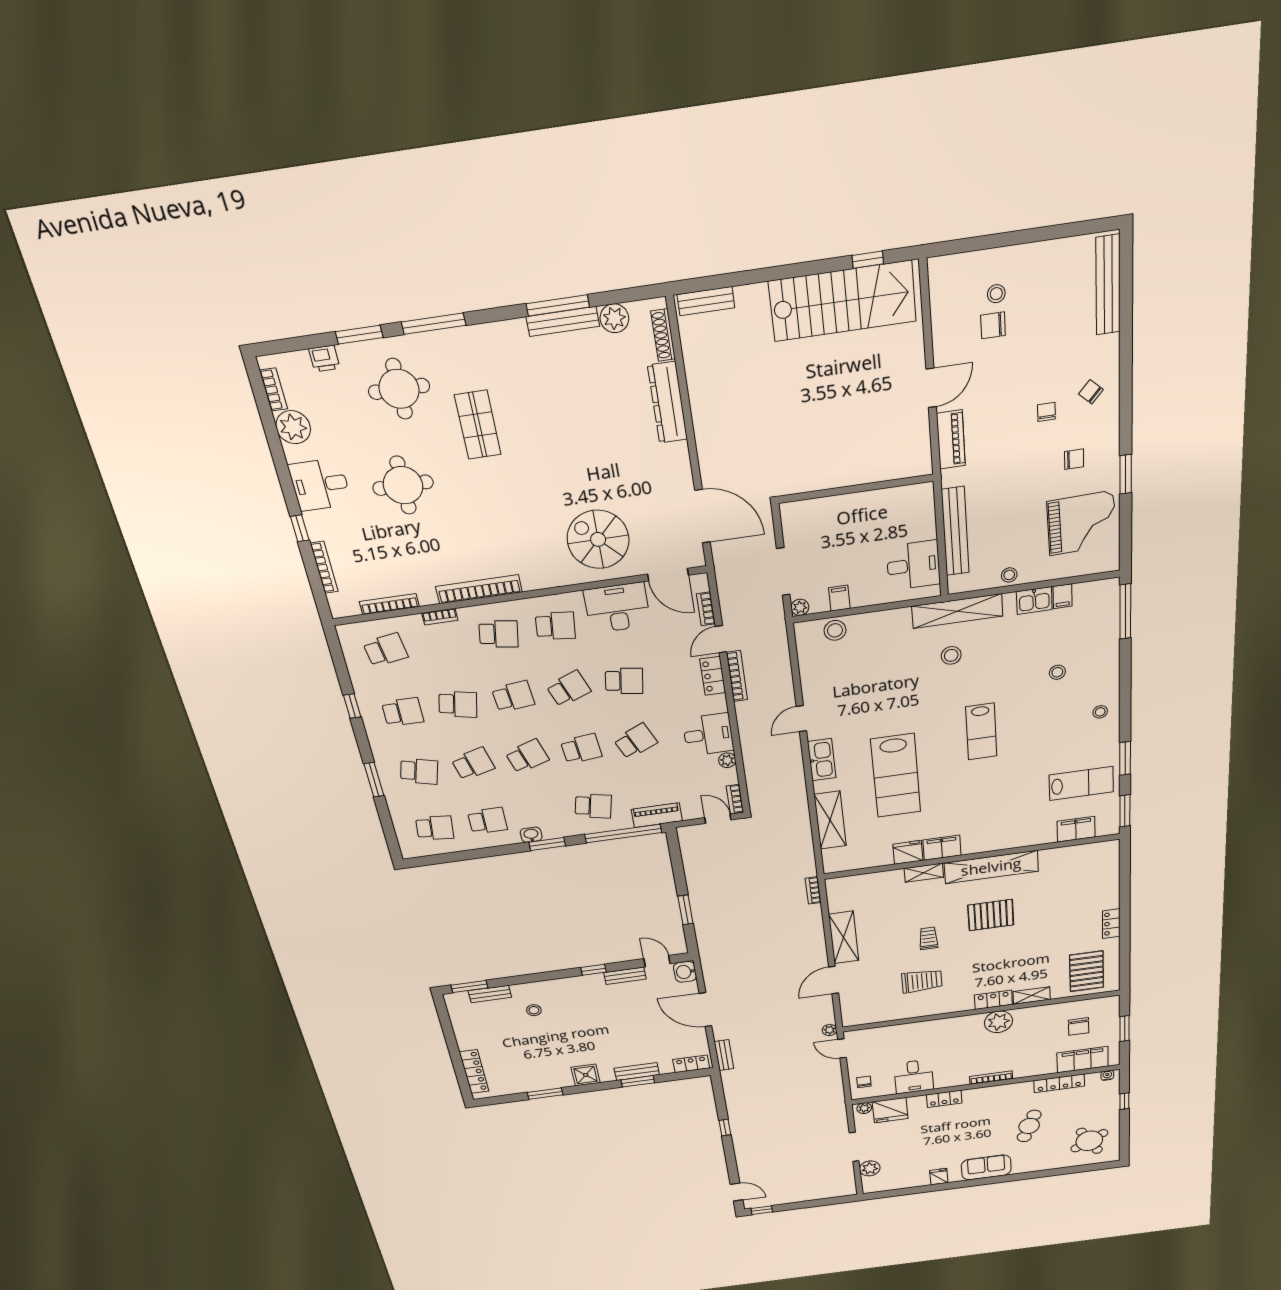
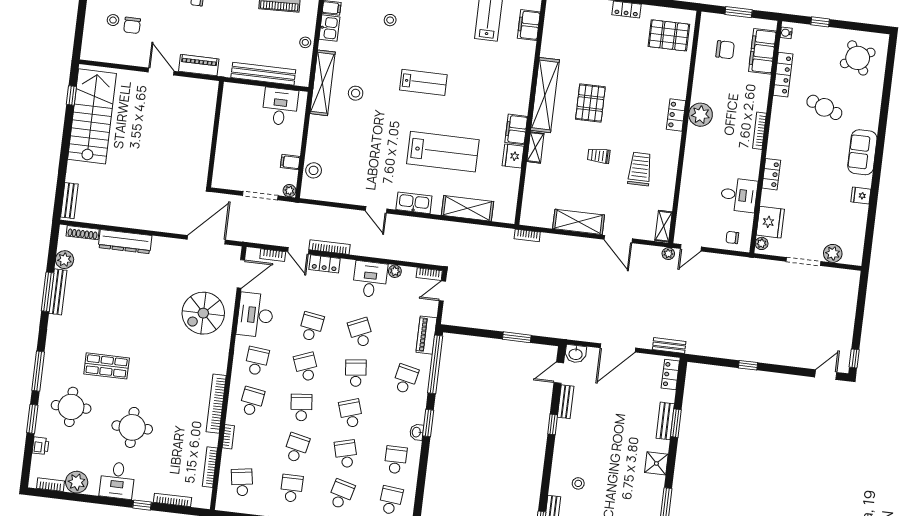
shelving: (1032, 996) -> (664, 226), moved

